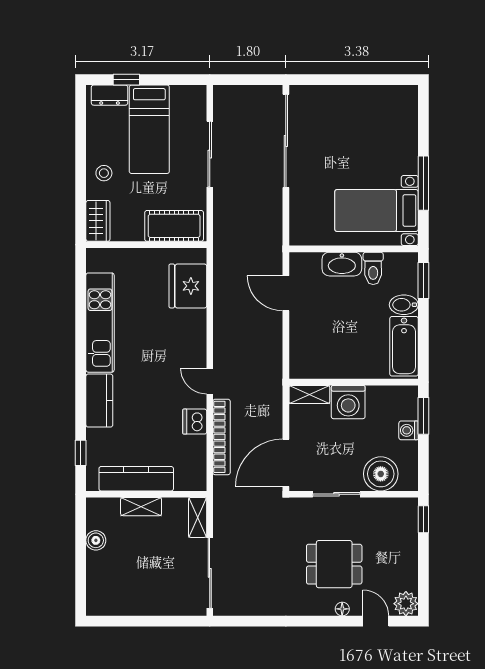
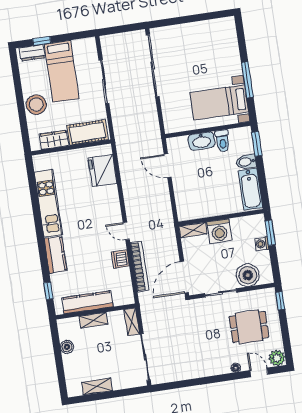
stool: (104, 173) -> (36, 105), width x1.89, depth x1.89
wardrobe: (98, 221) -> (54, 140), moved, turned -90
dining table: (334, 564) -> (249, 327), moved
shelving: (132, 606) -> (97, 386), added

